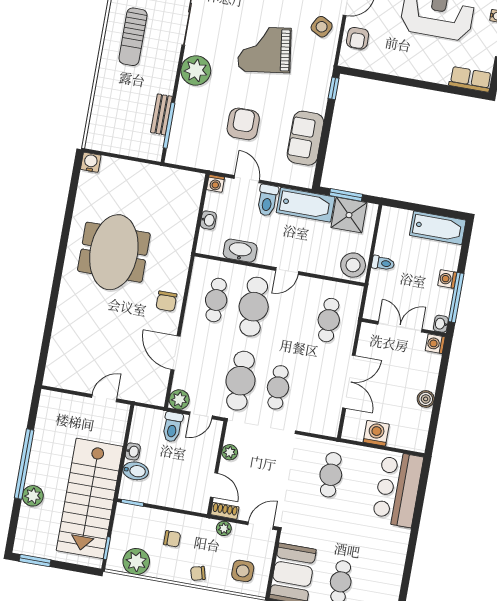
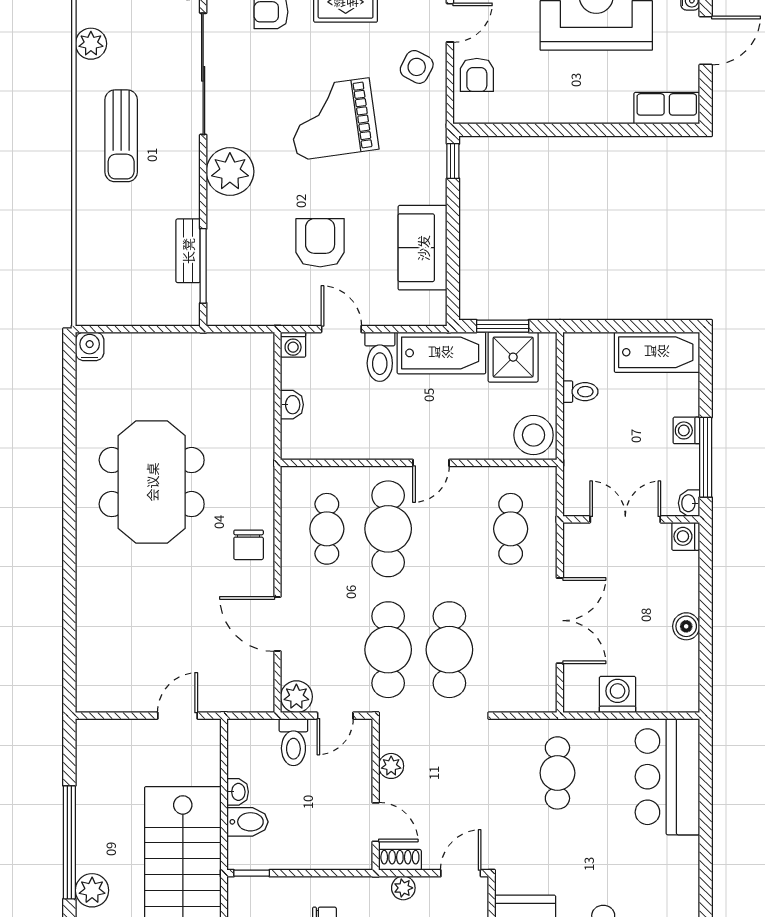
washbasin: (240, 251) -> (351, 444), removed
toilet: (383, 263) -> (580, 392), moved
cafe table: (278, 387) -> (449, 650), width x1.37, depth x1.35

